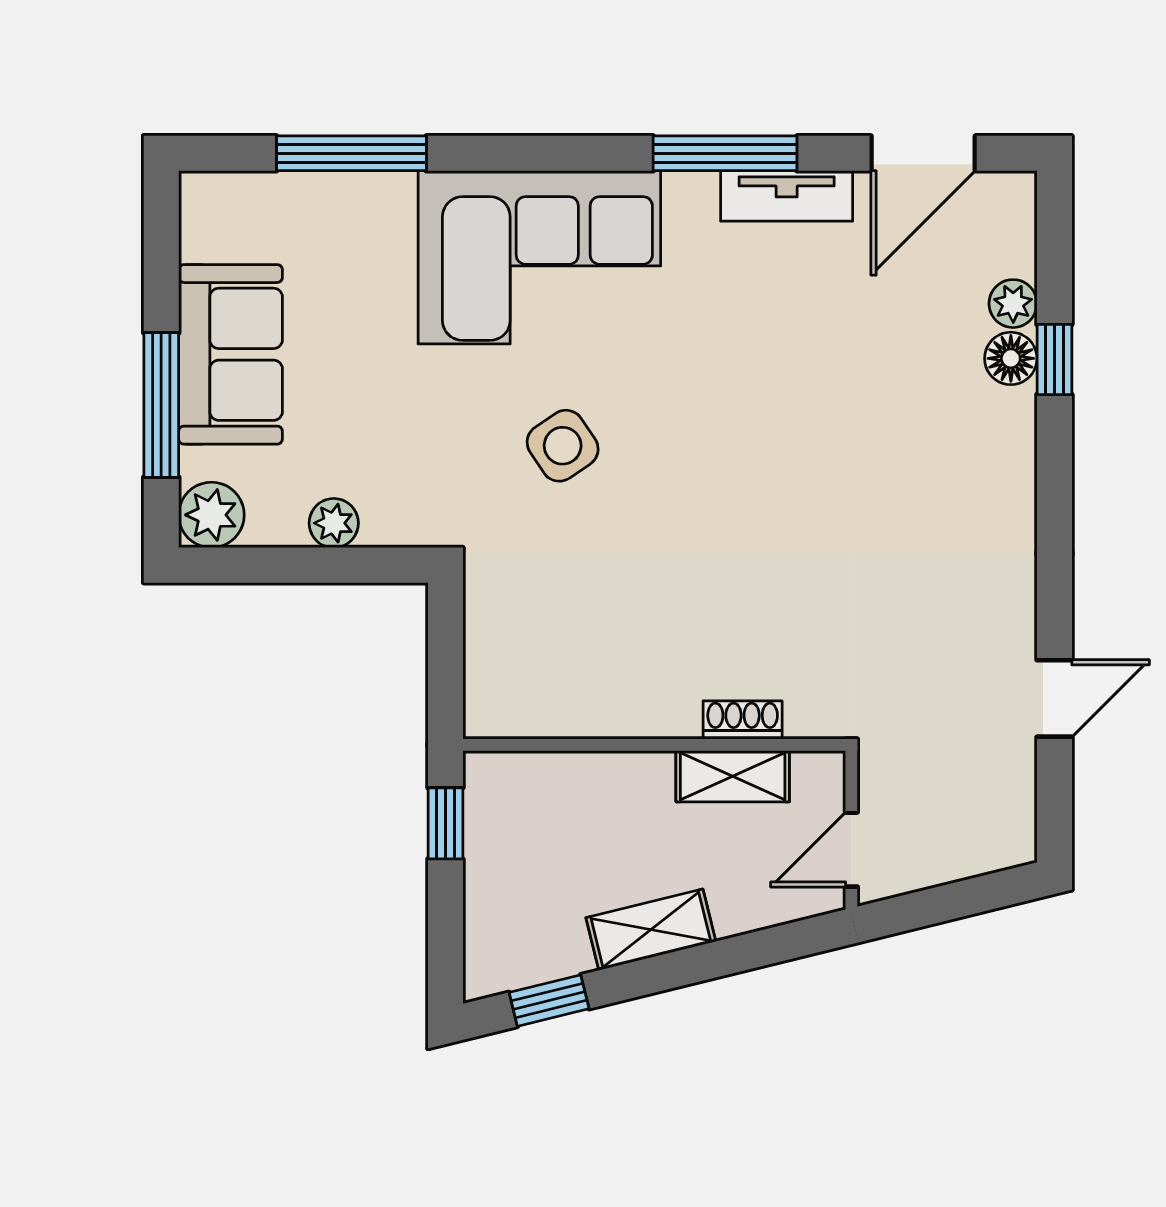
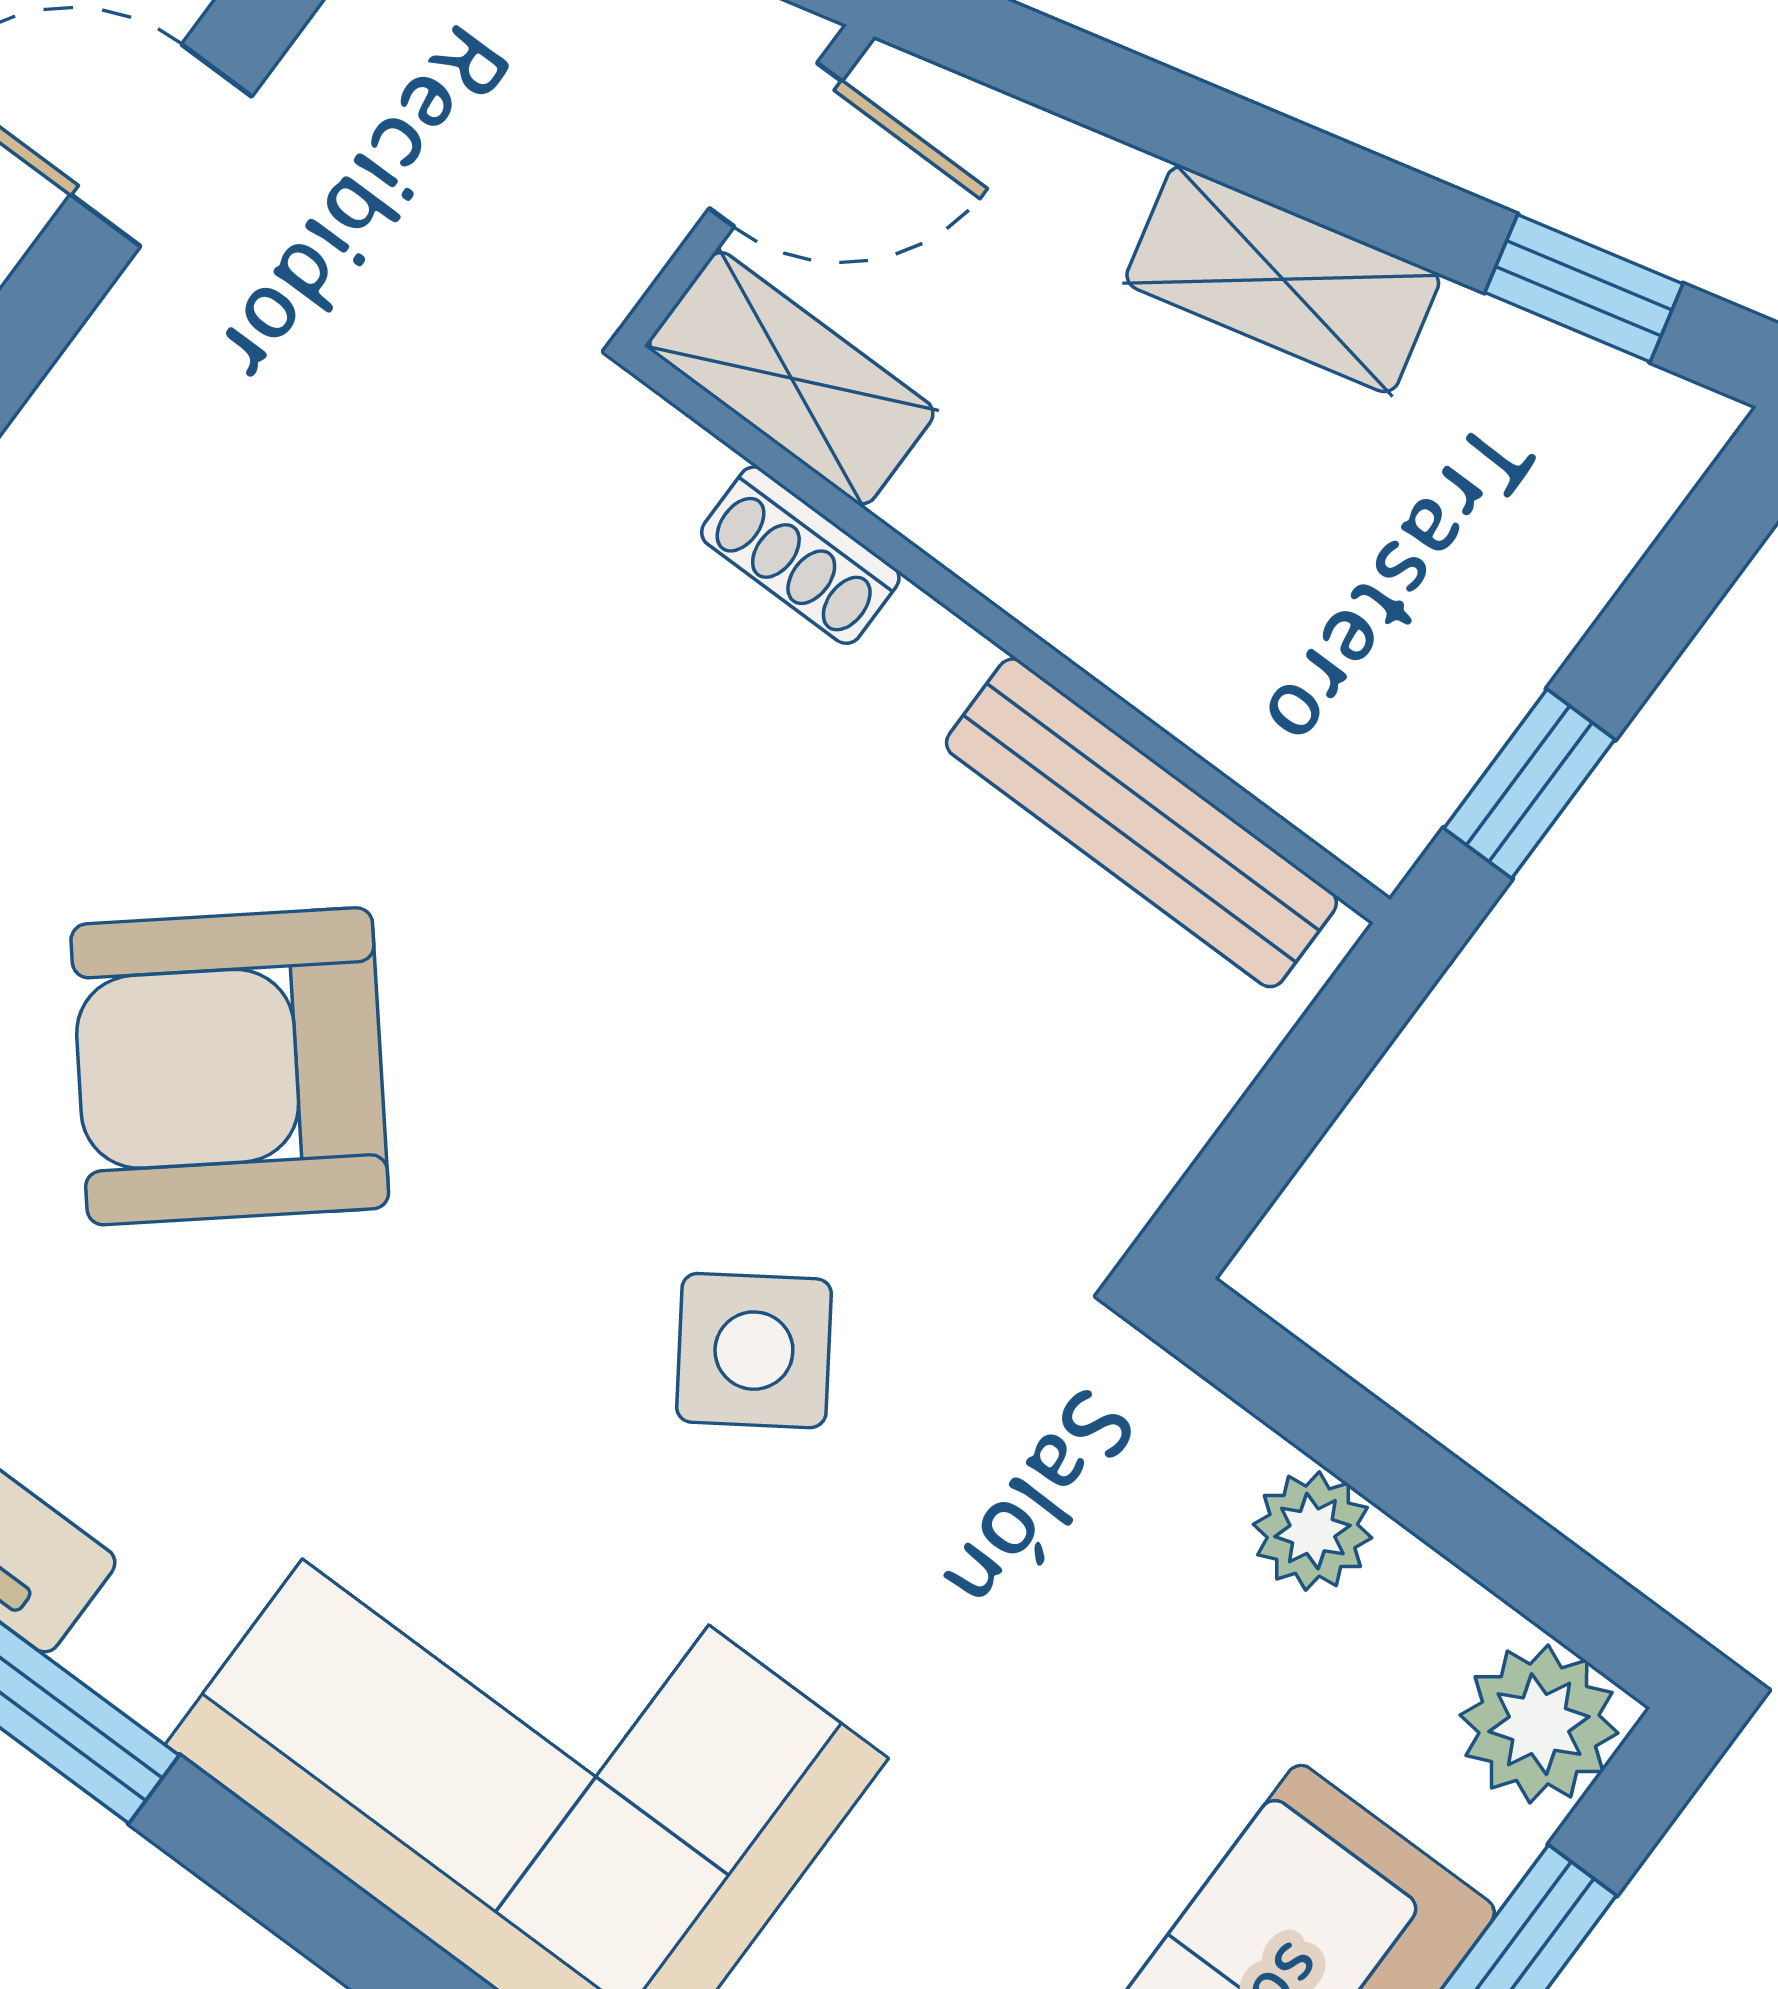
armchair: (806, 411) -> (230, 1066), added
bench: (564, 715) -> (1141, 823), added
shelving: (733, 776) -> (791, 378), moved

